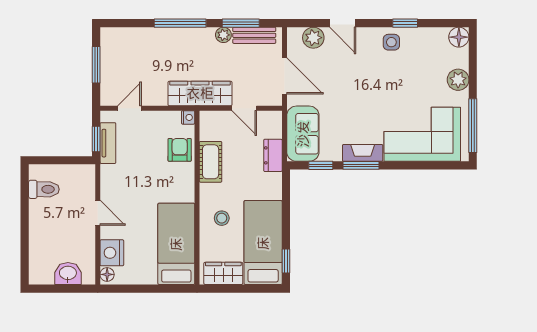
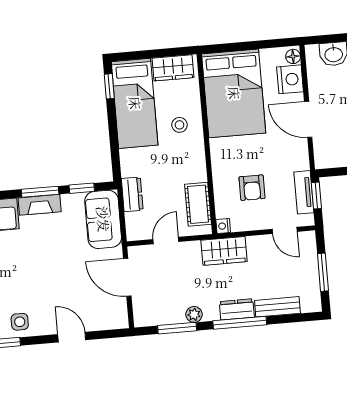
bench: (254, 35) -> (277, 307), moved
dresser: (182, 36) -> (237, 309), added
plant: (313, 38) -> (101, 320), removed
wardrobe: (200, 93) -> (224, 251), width x0.67
door: (130, 108) -> (285, 230), hinge flipped
door: (244, 108) -> (166, 241), hinge flipped
armchair: (180, 150) -> (252, 188), moved
cot: (211, 162) -> (198, 204), moved
door: (98, 213) -> (308, 119), width x1.38
bed: (176, 244) -> (234, 93), width x1.50

